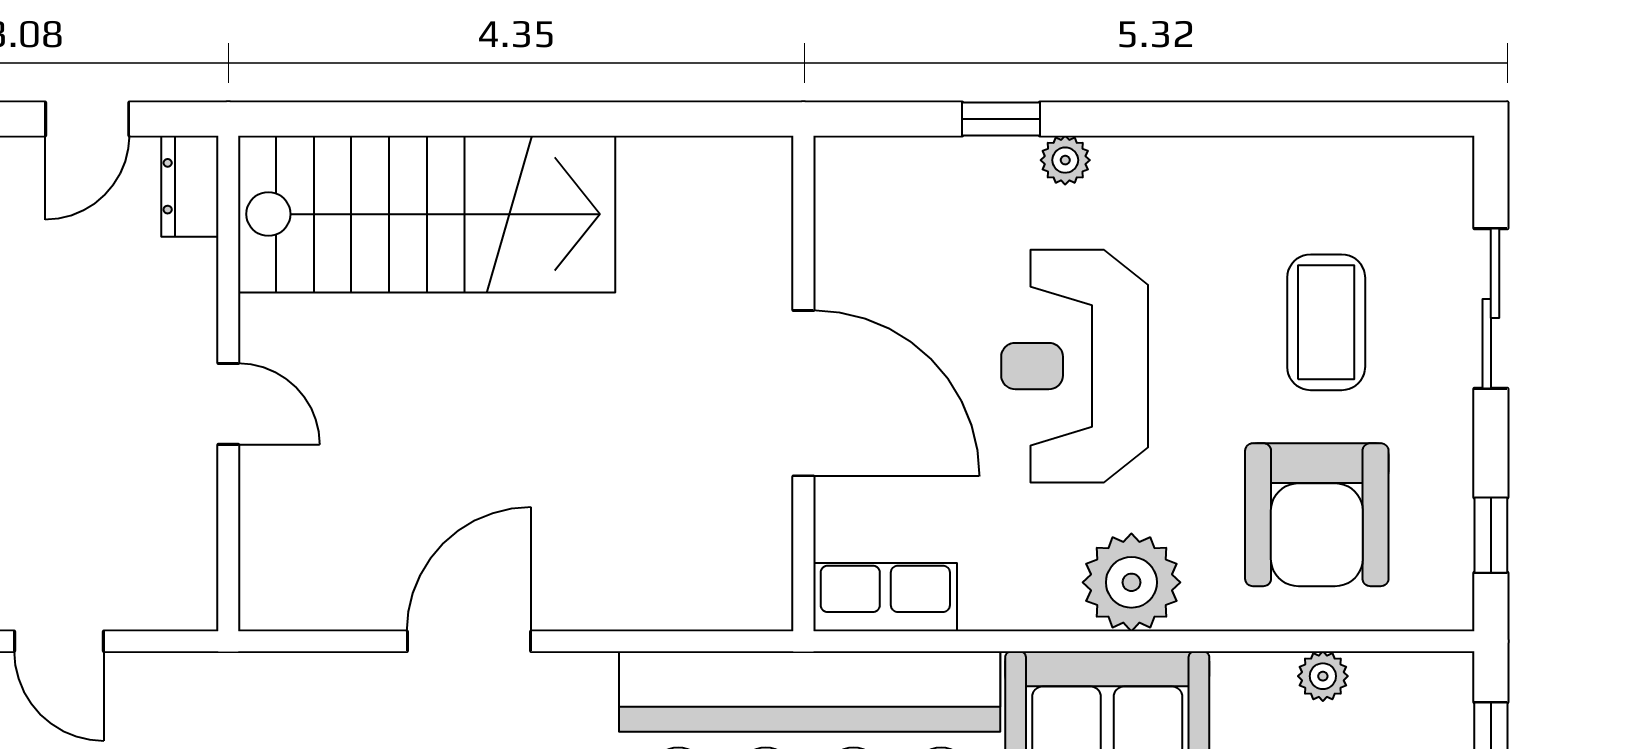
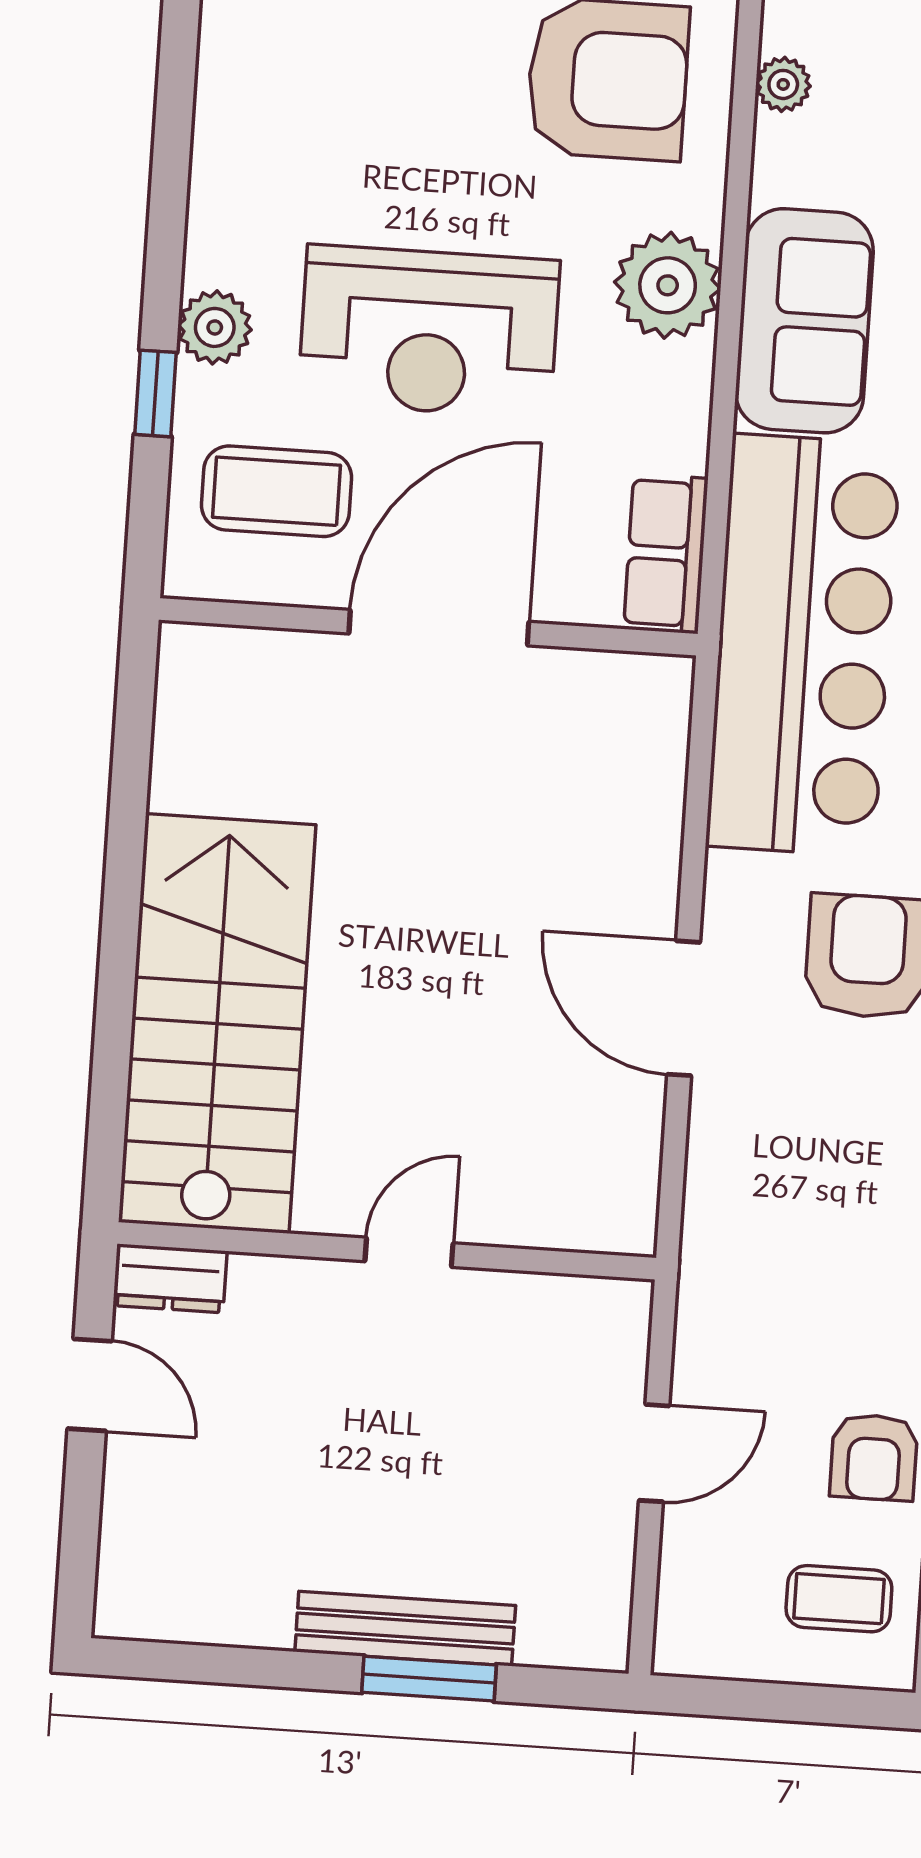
plant: (1065, 160) -> (215, 327), width x1.38, depth x1.38
coffee table: (1326, 322) -> (277, 491), moved

